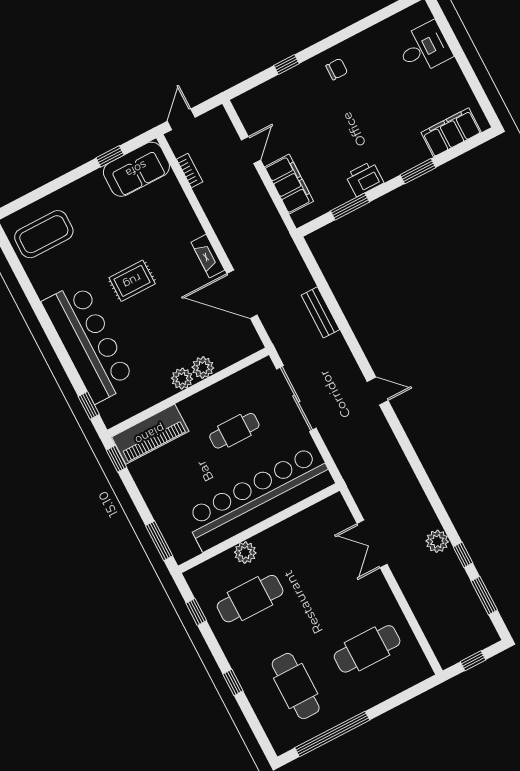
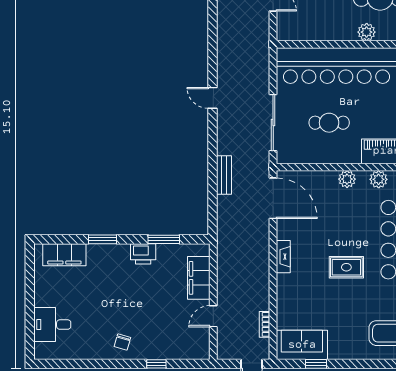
chair: (337, 69) -> (122, 342), turned -74
door: (242, 294) -> (273, 198), moved
plant: (203, 368) -> (379, 179), moved

